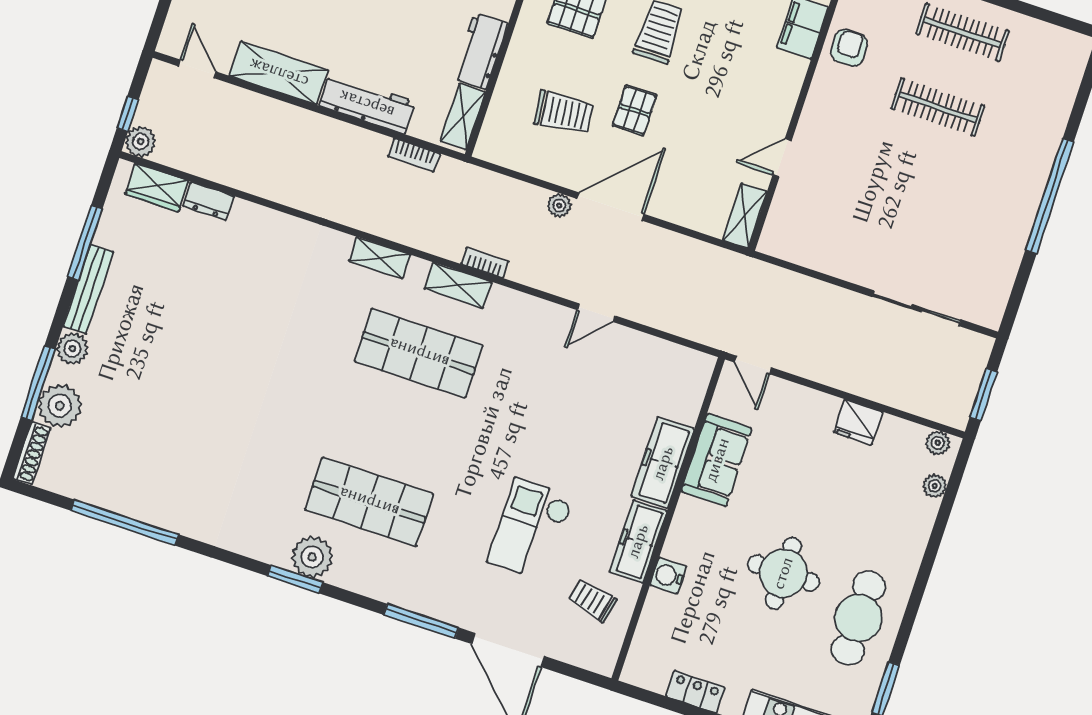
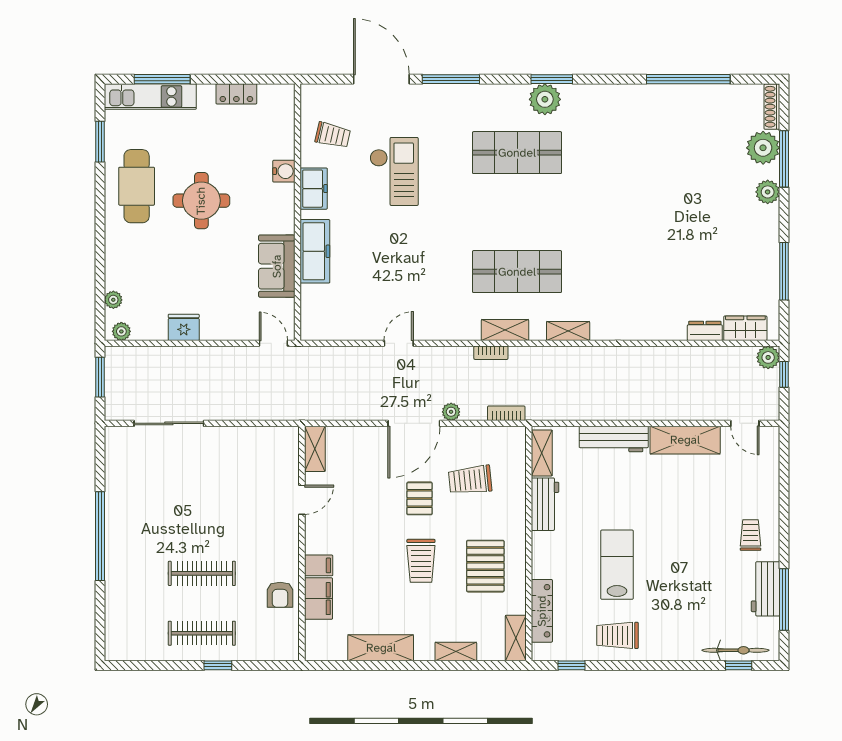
filing cabinet: (789, 69) -> (319, 565), added
bookcase: (414, 155) -> (506, 413), moved
bench: (88, 289) -> (770, 239), removed
freezer: (638, 541) -> (314, 189), width x0.71

